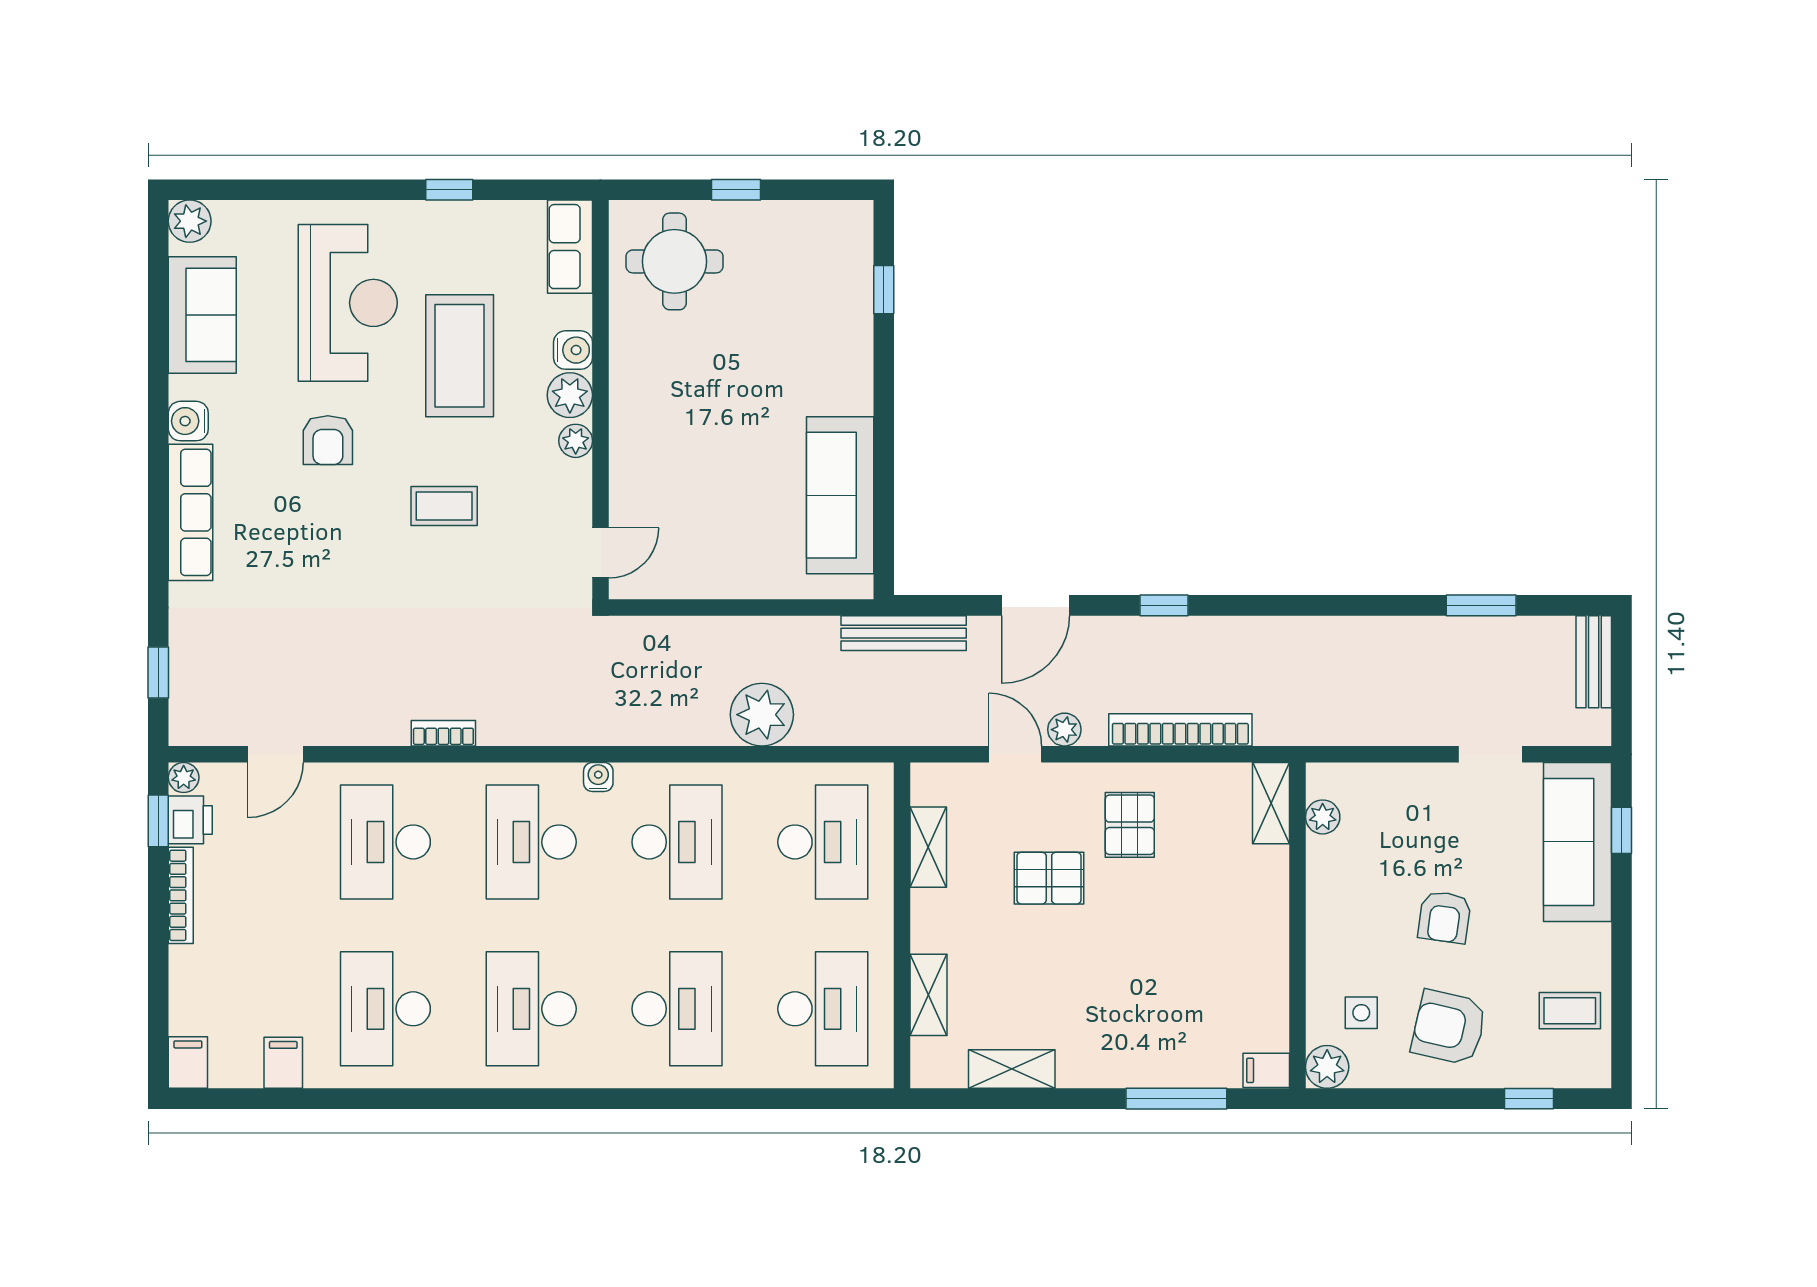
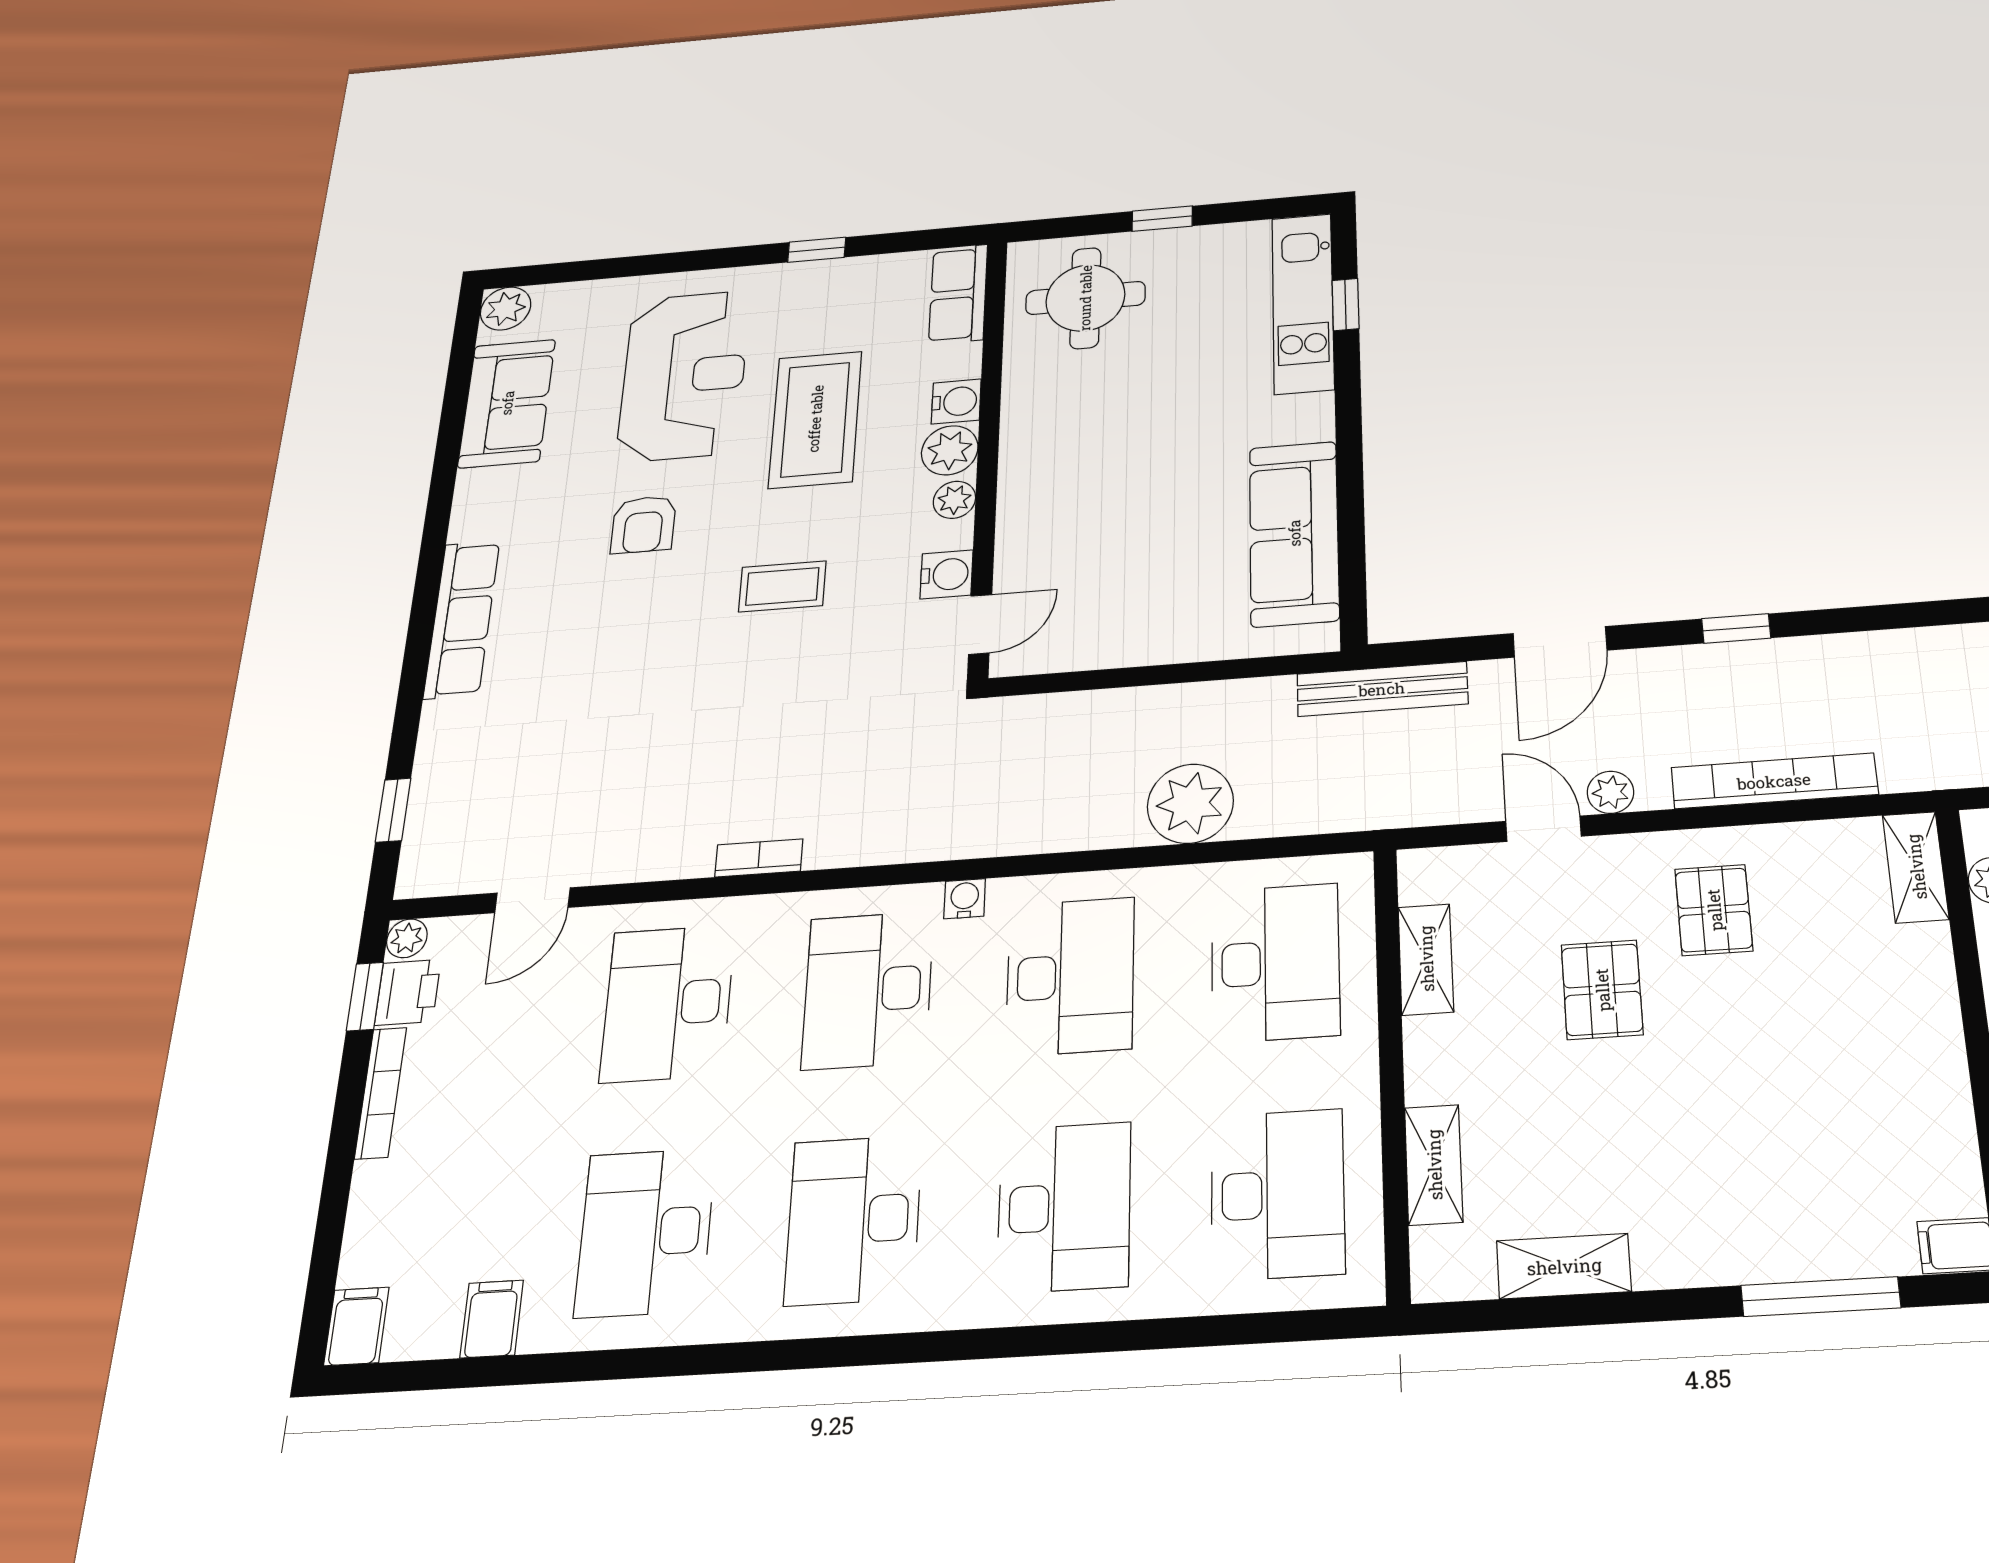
kitchen unit: (850, 285) -> (1303, 303), added
water cooler: (188, 421) -> (947, 574), moved, turned 180
pallet: (1049, 878) -> (1602, 990), turned 90

